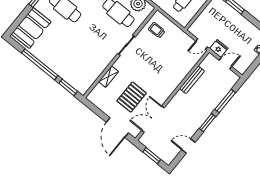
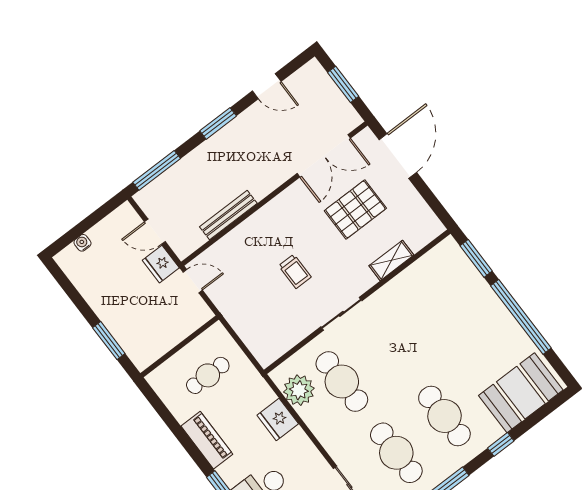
trolley: (157, 30) -> (295, 271), moved
window: (225, 101) -> (157, 170), moved

